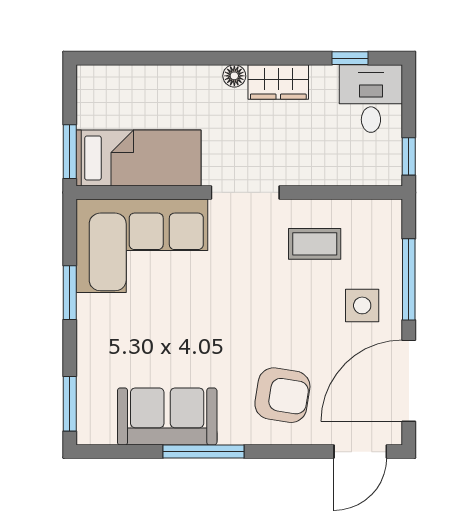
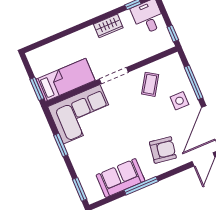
floor lamp: (234, 76) -> (90, 31), removed
coffee table: (315, 244) -> (150, 84), turned -57

